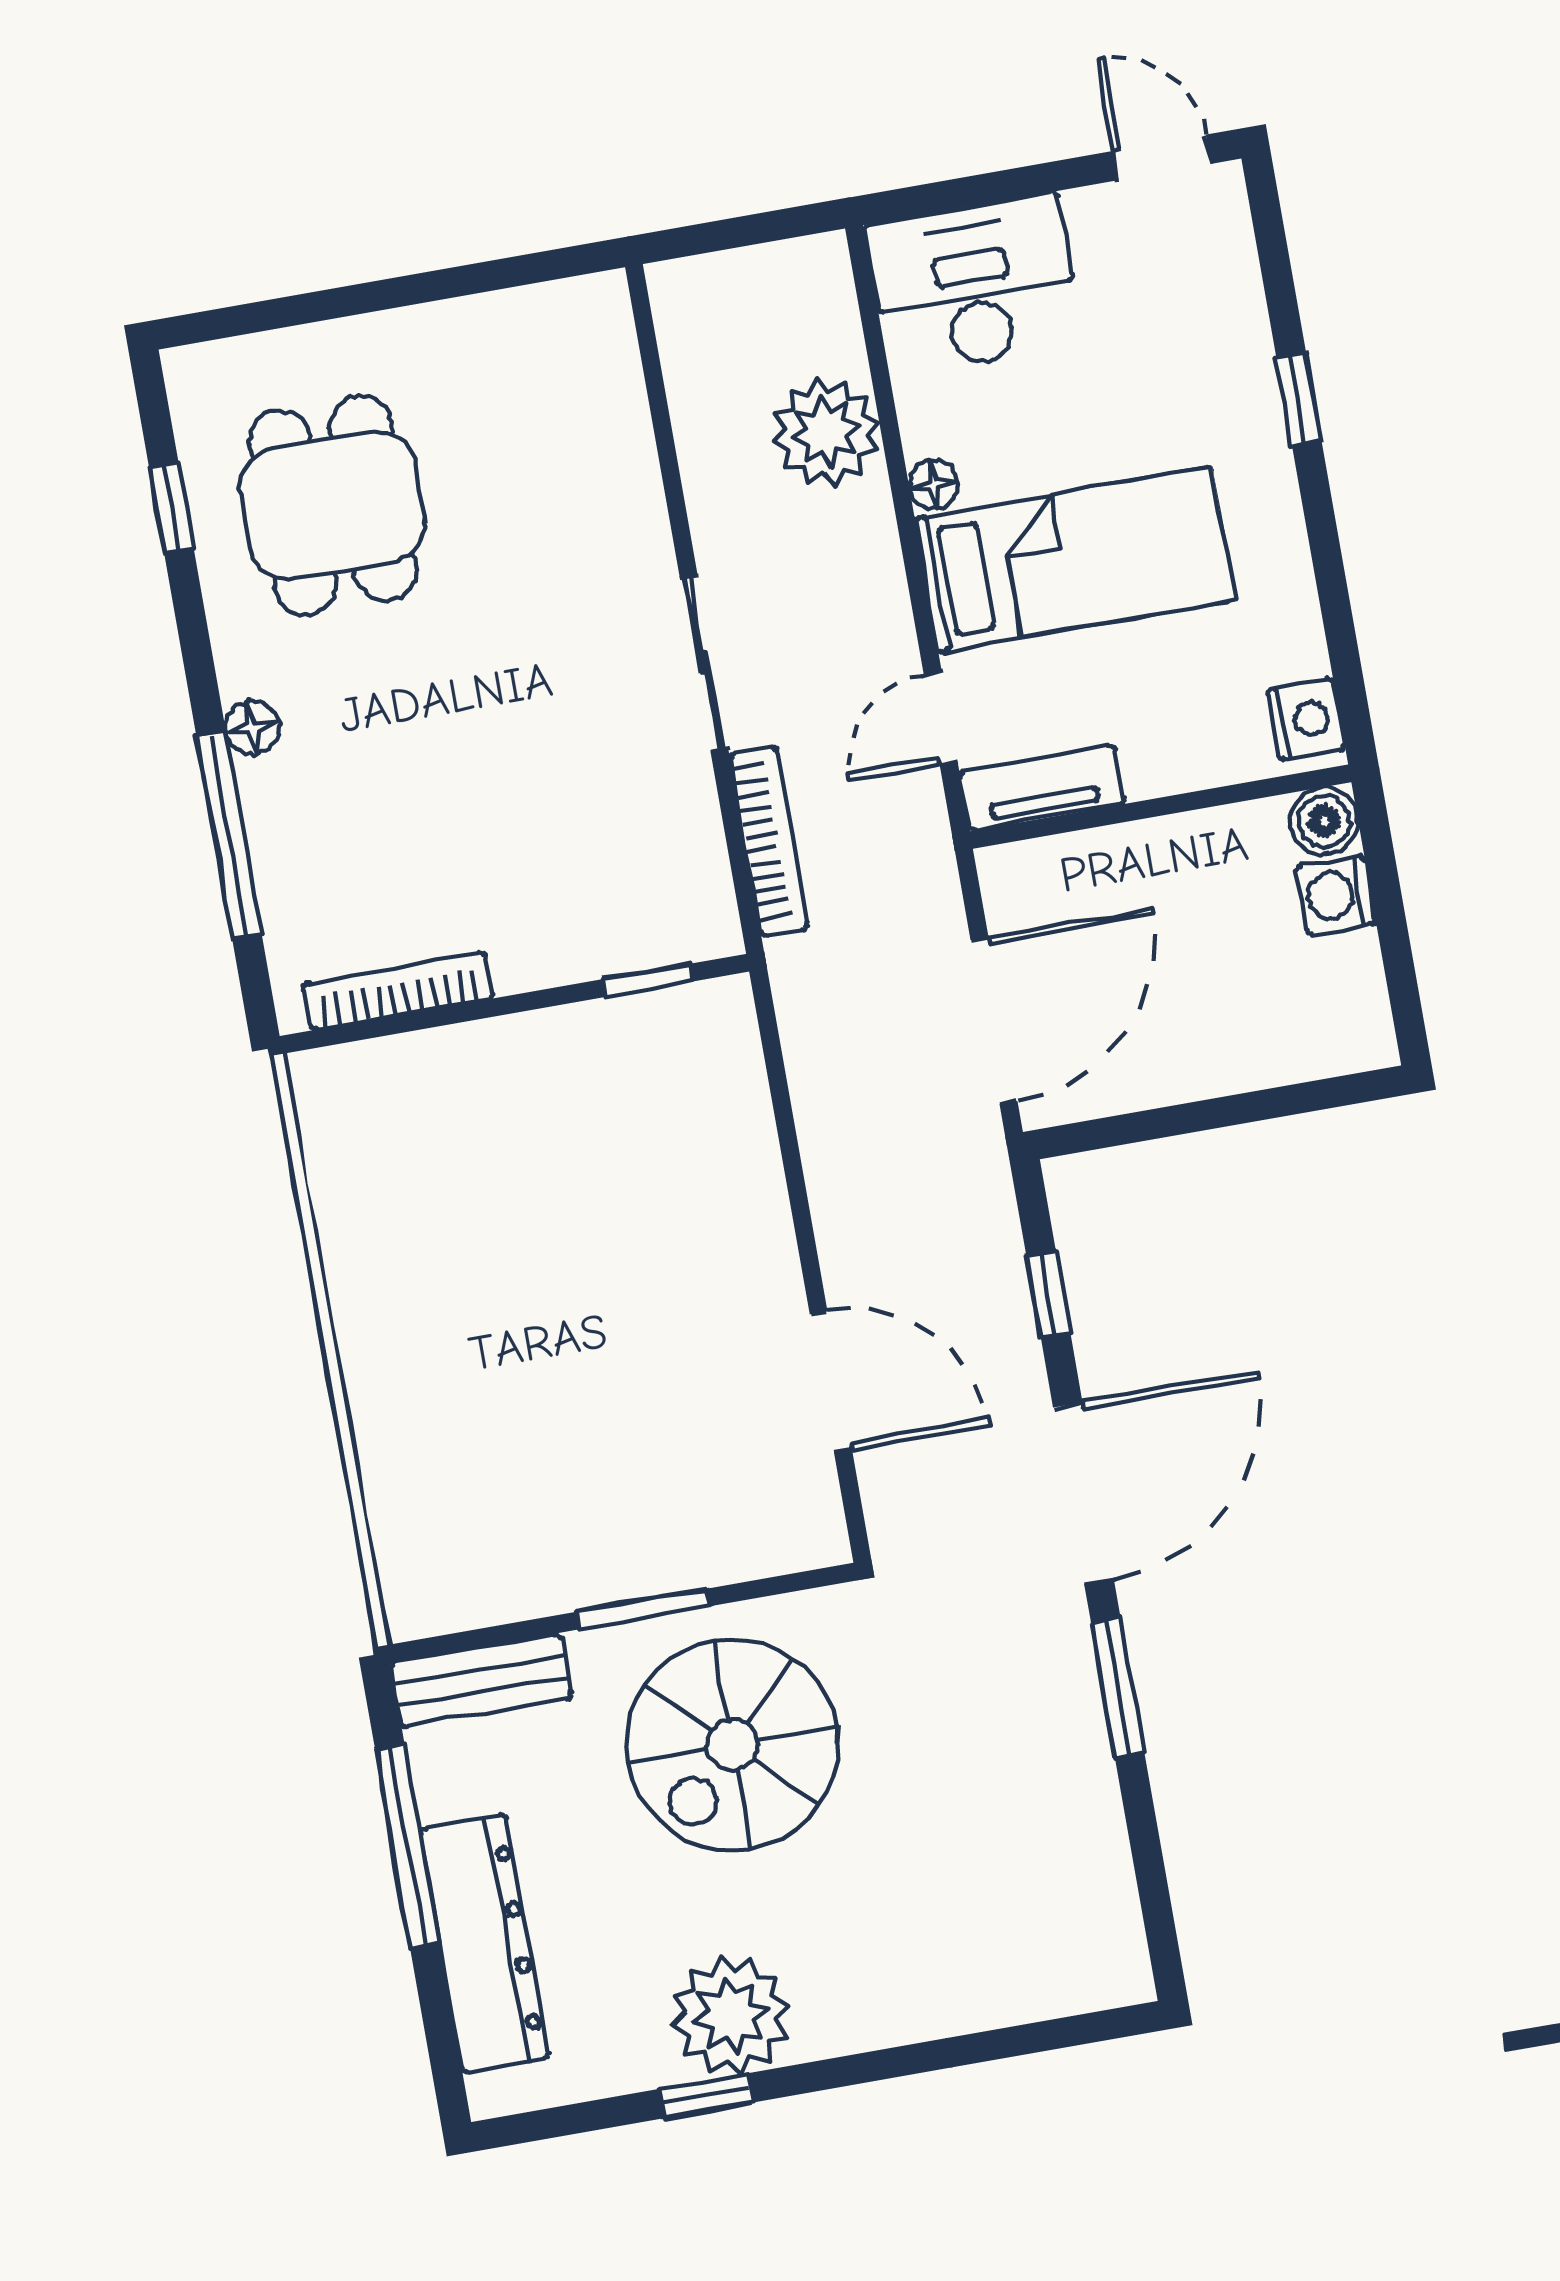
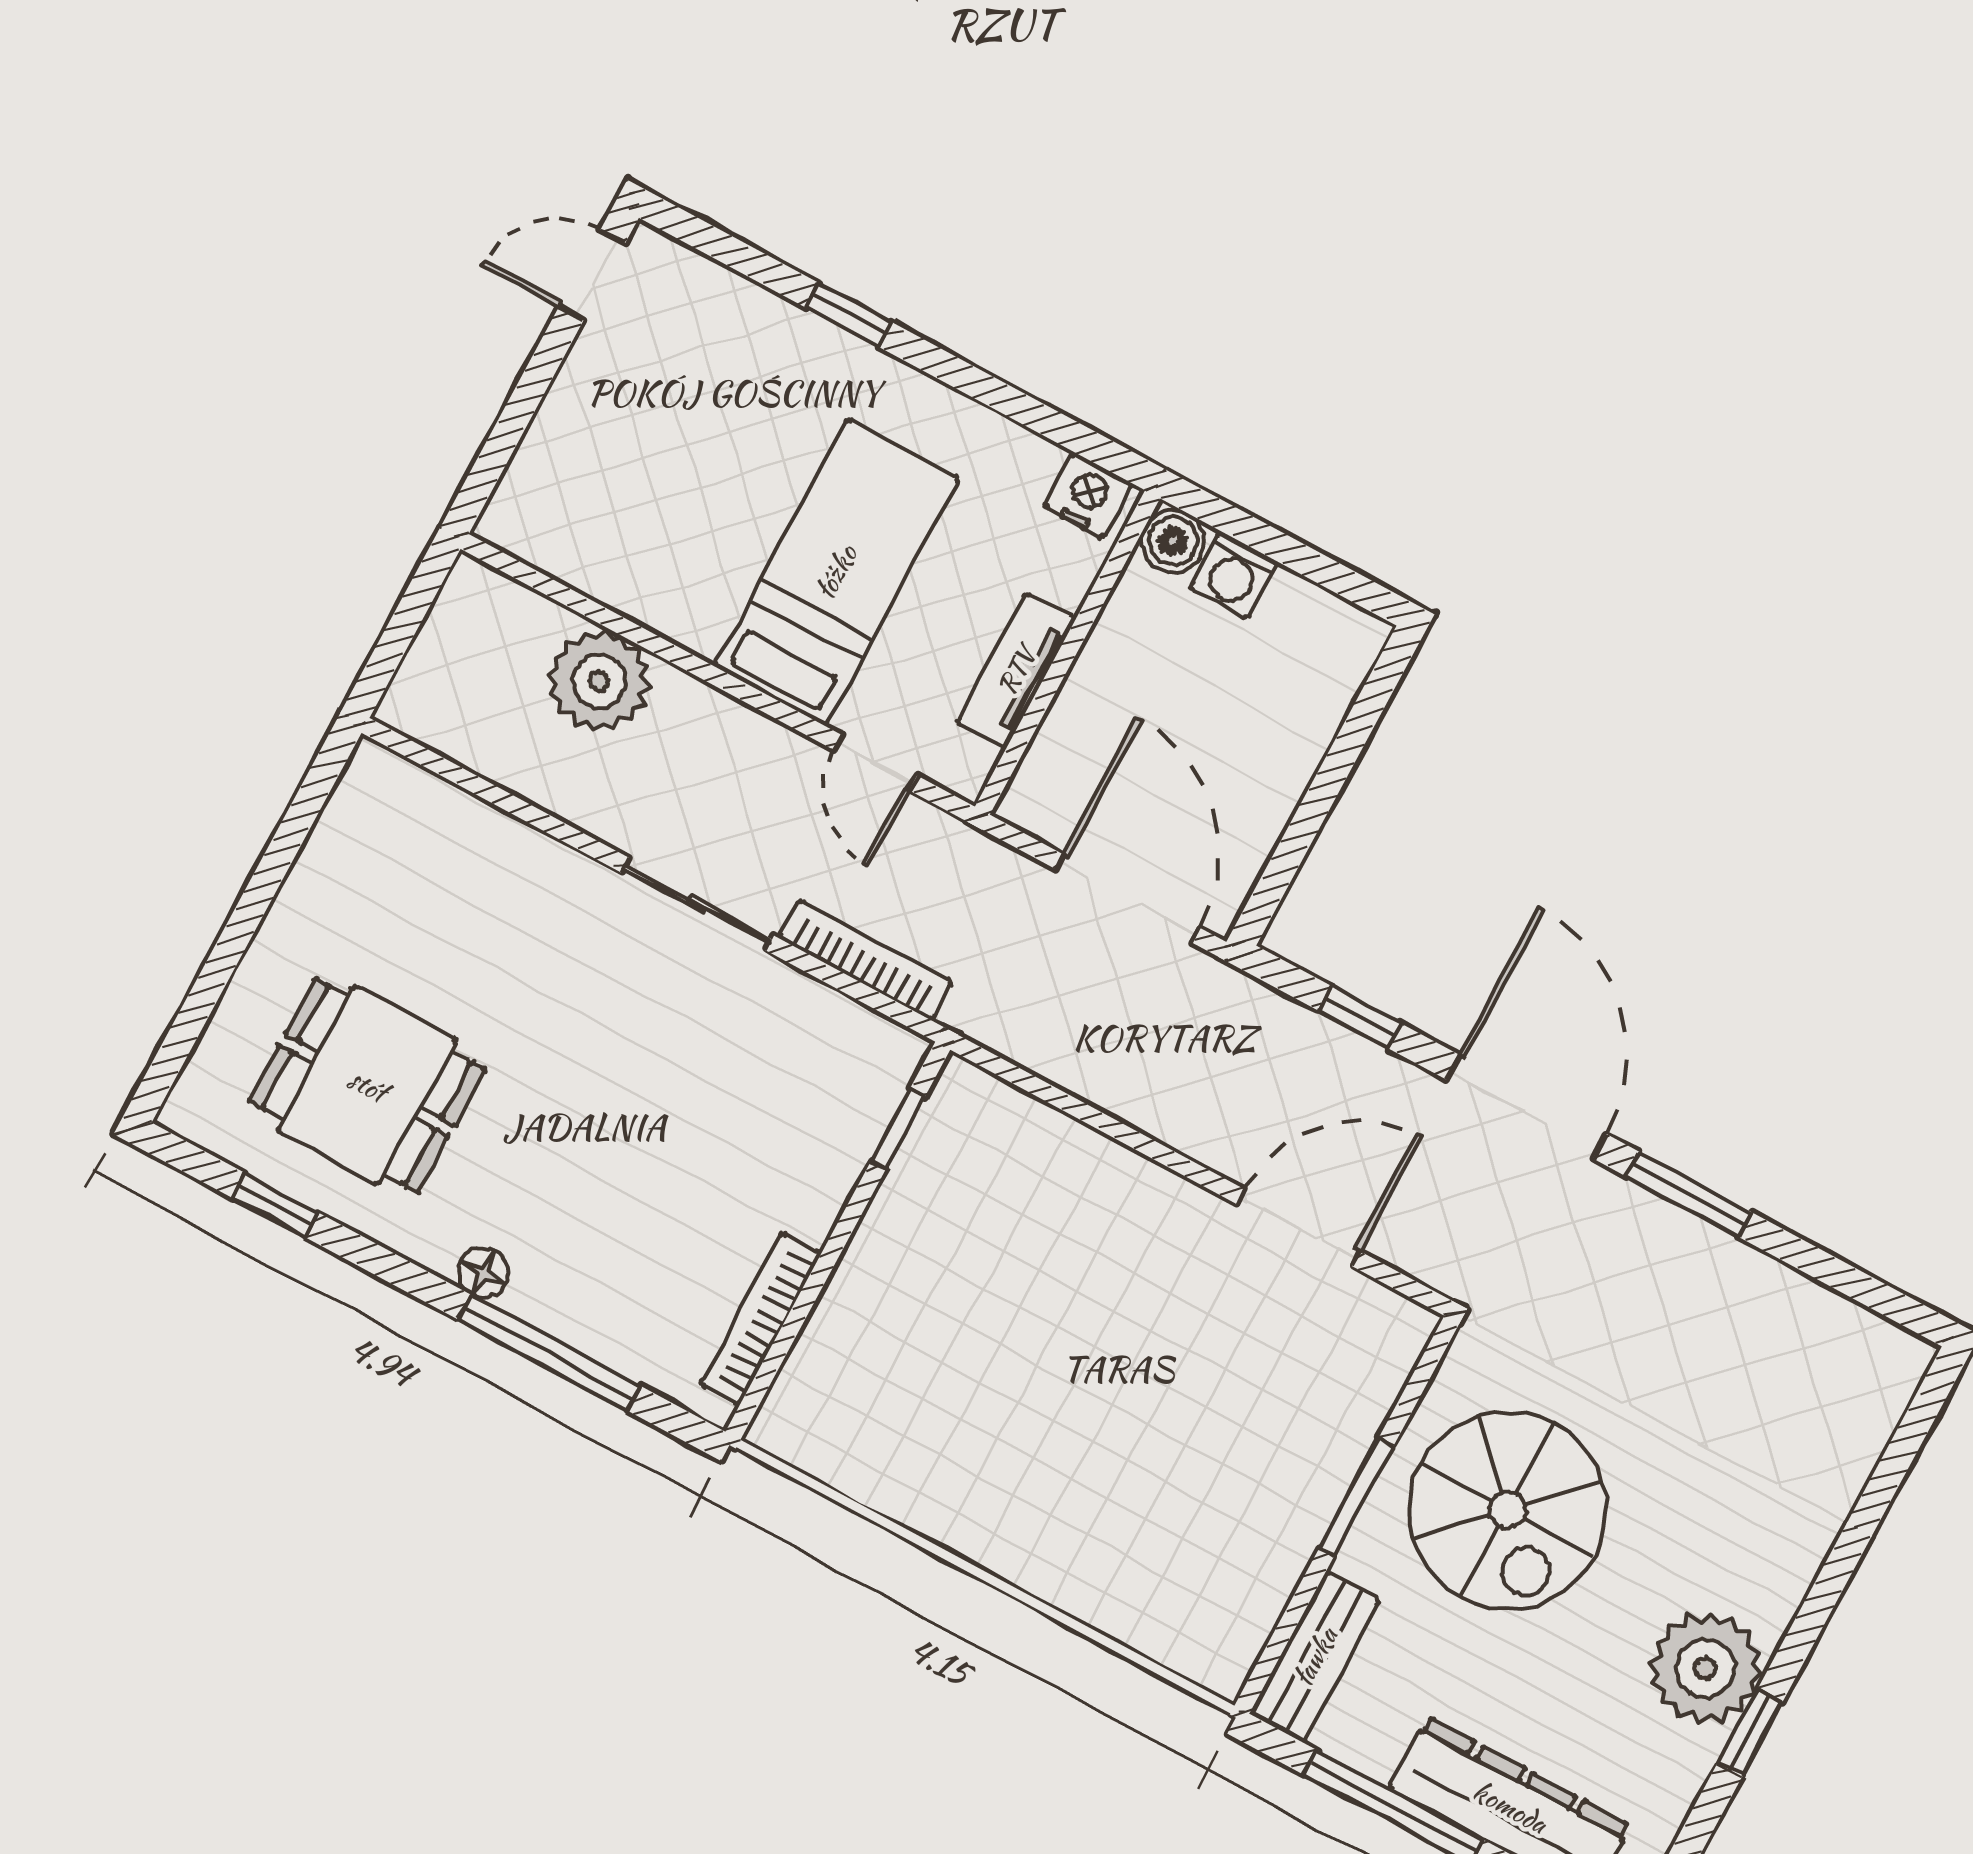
desk: (974, 285) -> (576, 487), removed
floor lamp: (933, 485) -> (700, 633), removed
tv unit: (1042, 788) -> (1016, 671), moved

